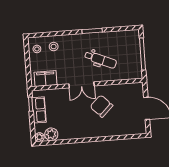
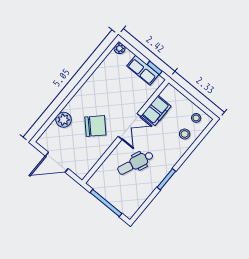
filing cabinet: (46, 78) -> (156, 111), moved
double door: (82, 85) -> (130, 126), swing flipped
plant: (51, 134) -> (64, 120), moved

